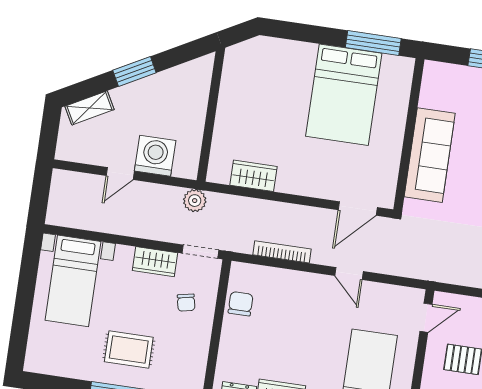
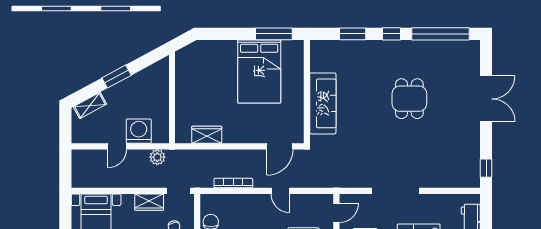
plant: (195, 201) -> (157, 157), moved

